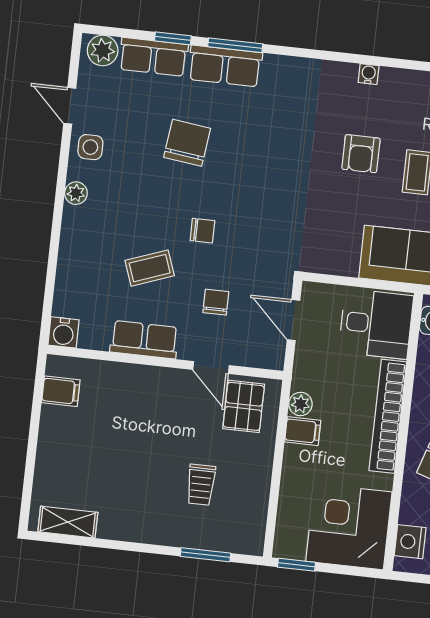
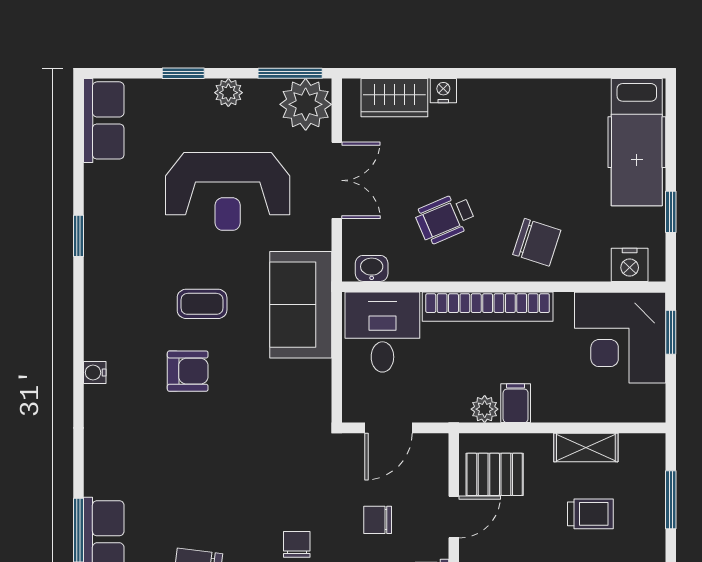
shelving: (258, 487) -> (586, 447), added
window: (296, 565) -> (671, 332), moved

